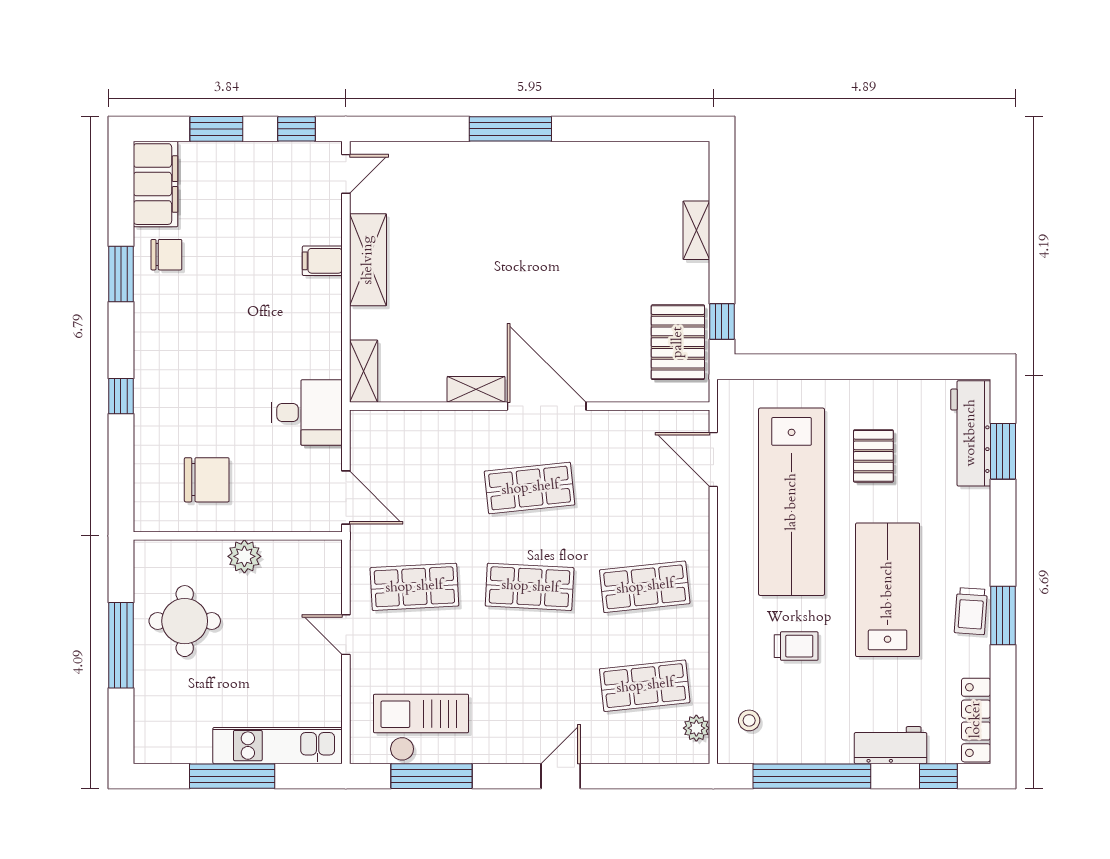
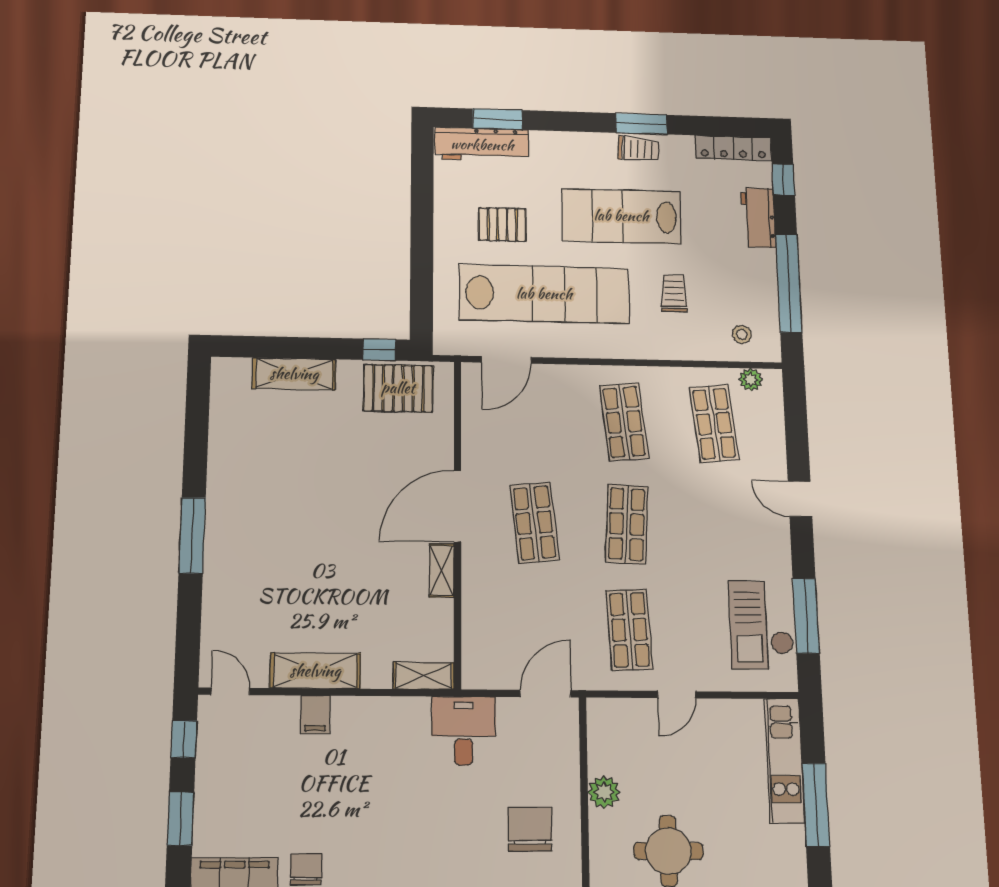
shelving: (696, 230) -> (294, 374), width x1.50, depth x1.33

